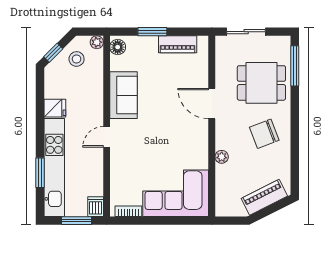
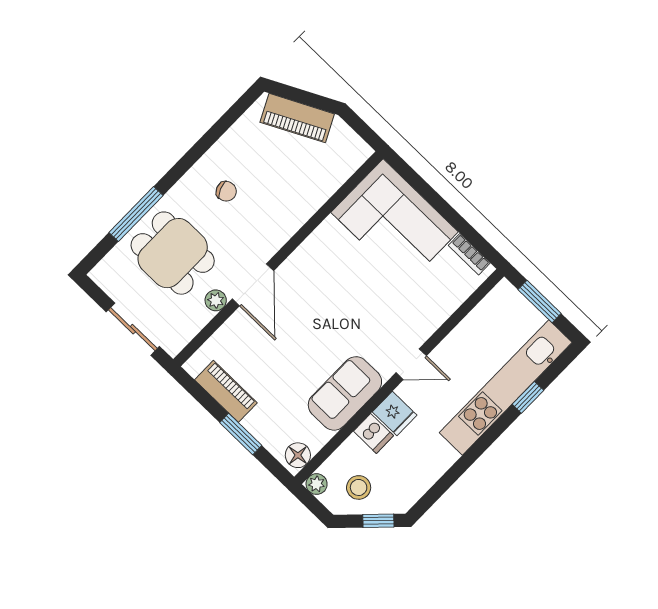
window: (295, 66) -> (136, 214), moved
fridge: (55, 108) -> (395, 414), moved, turned 180
chair: (264, 134) -> (226, 191), width x0.54, depth x0.54
plant: (222, 157) -> (216, 300), moved
window: (40, 173) -> (528, 397), width x0.67
dishwasher: (96, 207) -> (374, 433), moved, turned -90

